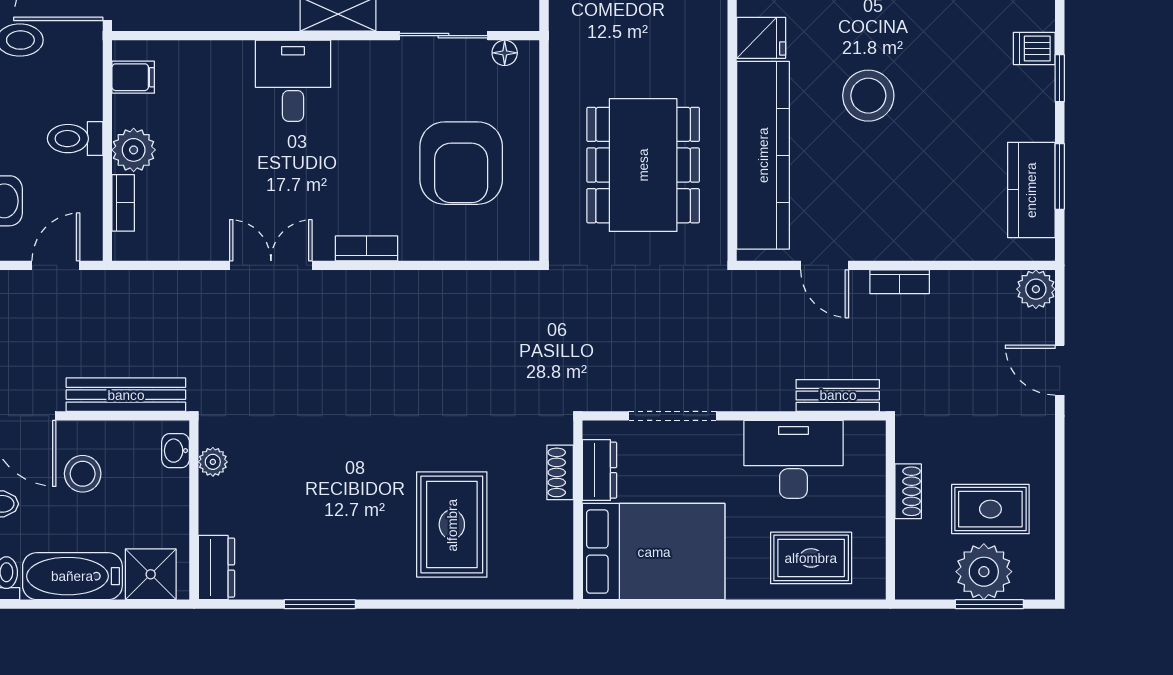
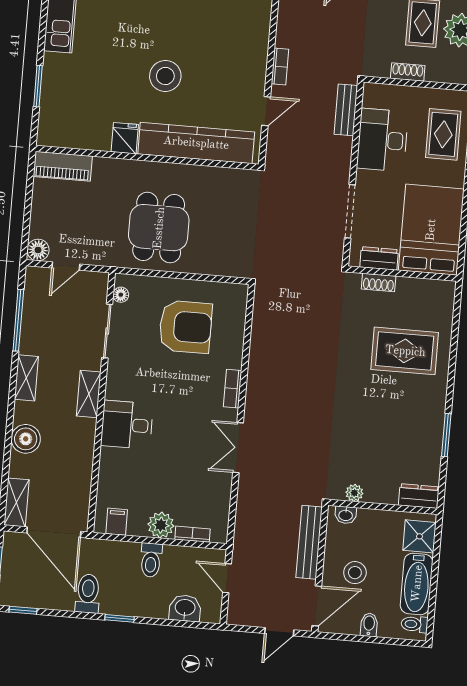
dining table: (643, 165) -> (159, 228), moved, width x0.73

